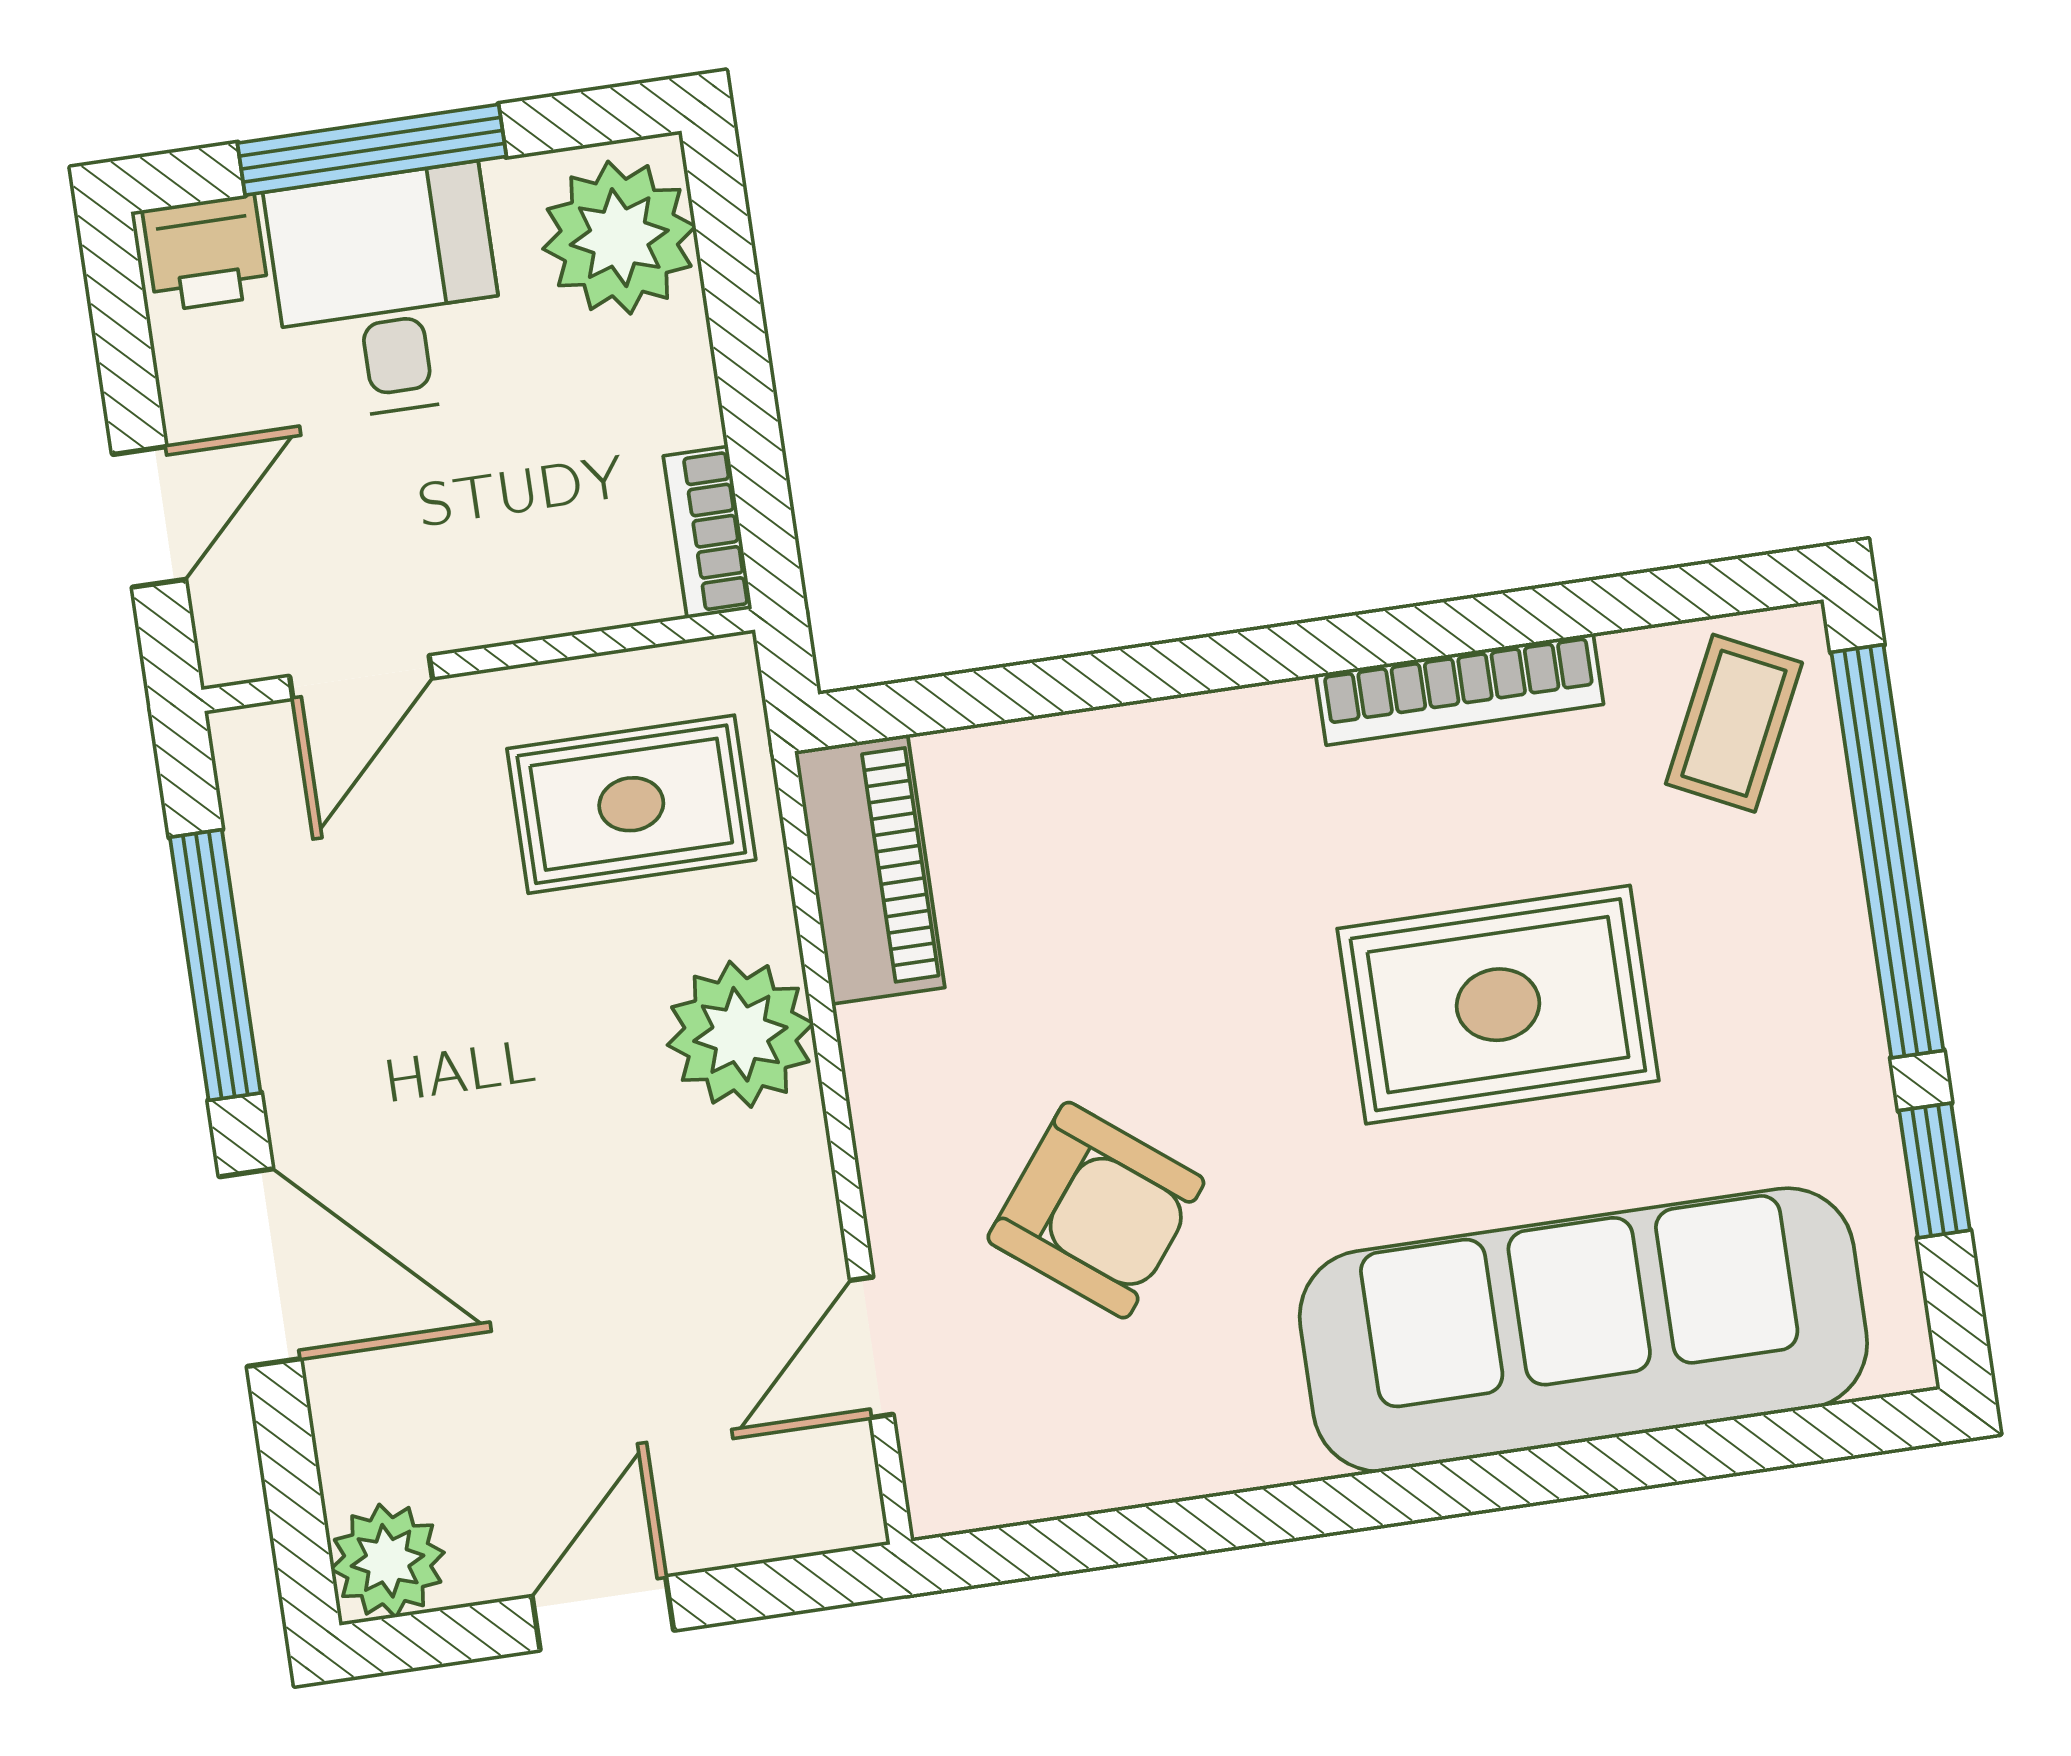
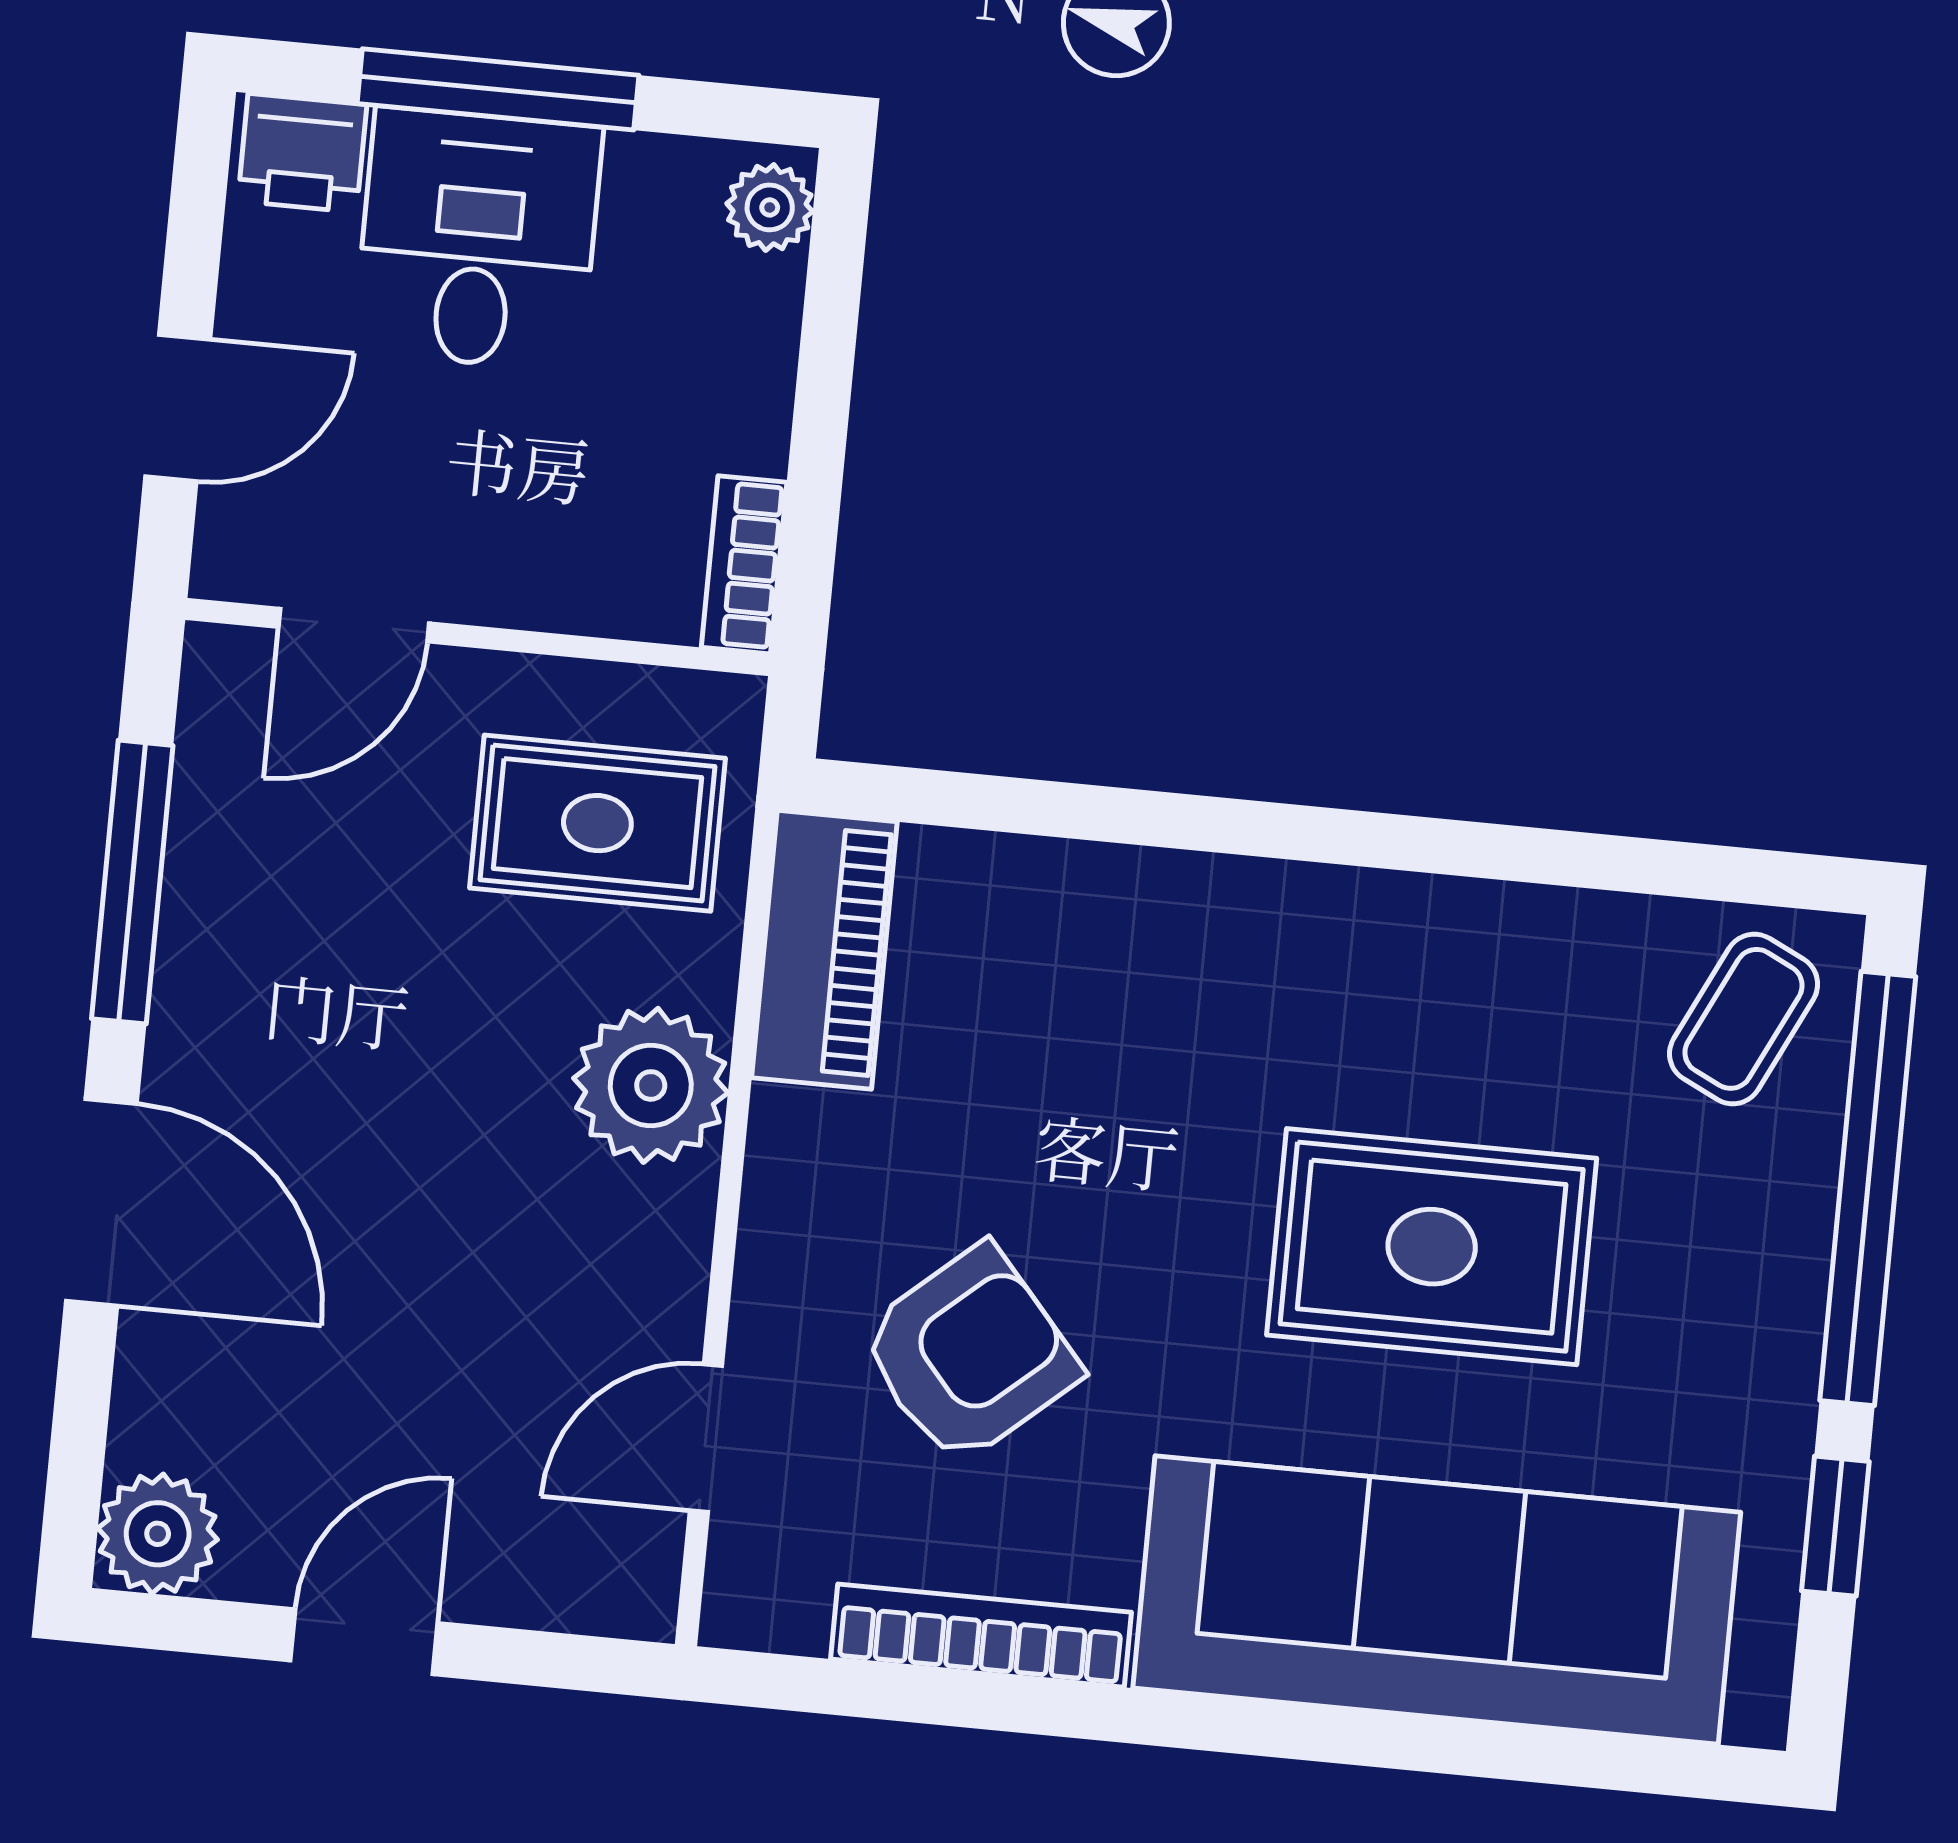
plant: (619, 238) -> (770, 207), width x0.53, depth x0.53
bookcase: (1460, 689) -> (981, 1636), moved, turned 180
armchair: (1096, 1210) -> (969, 1355), turned -79

